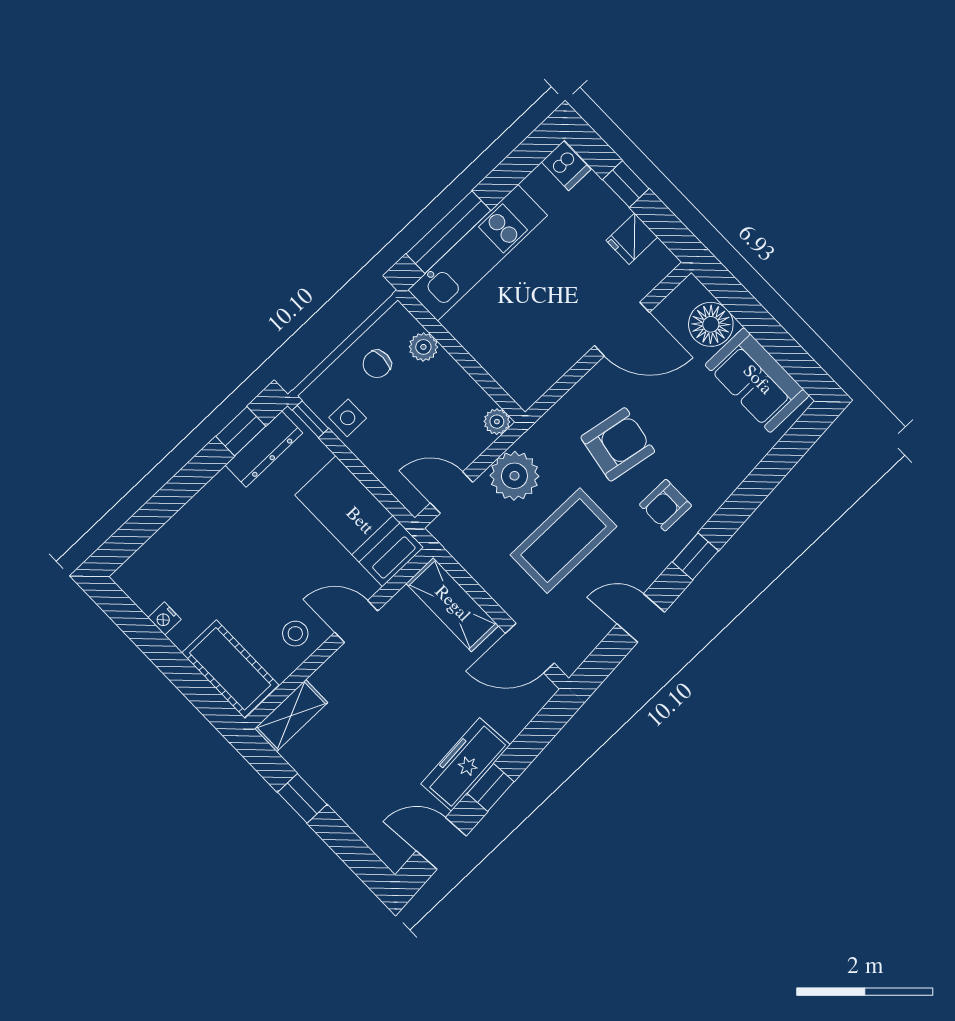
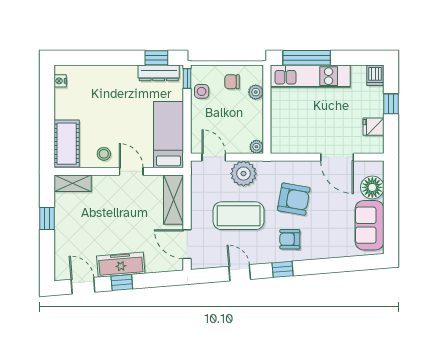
nightstand: (165, 618) -> (60, 81), moved

